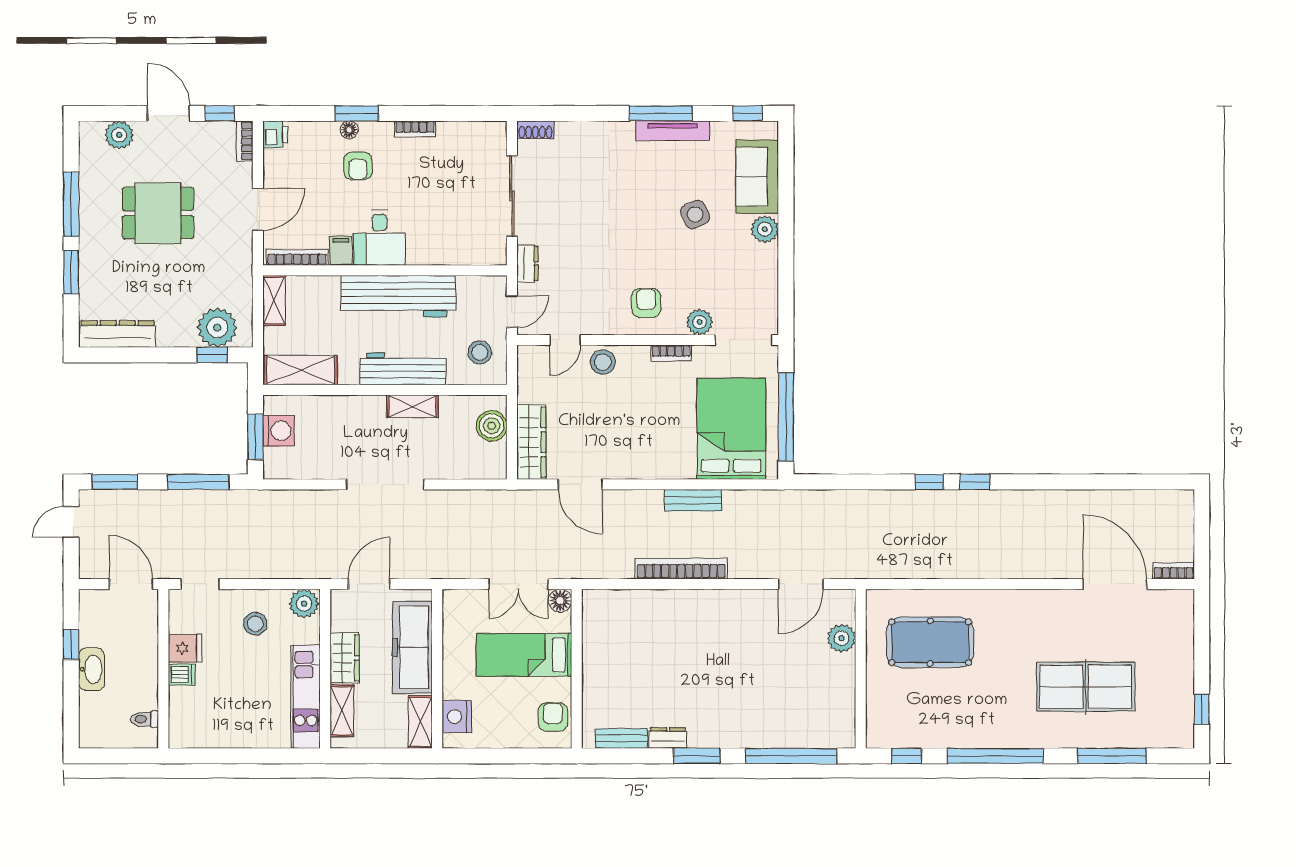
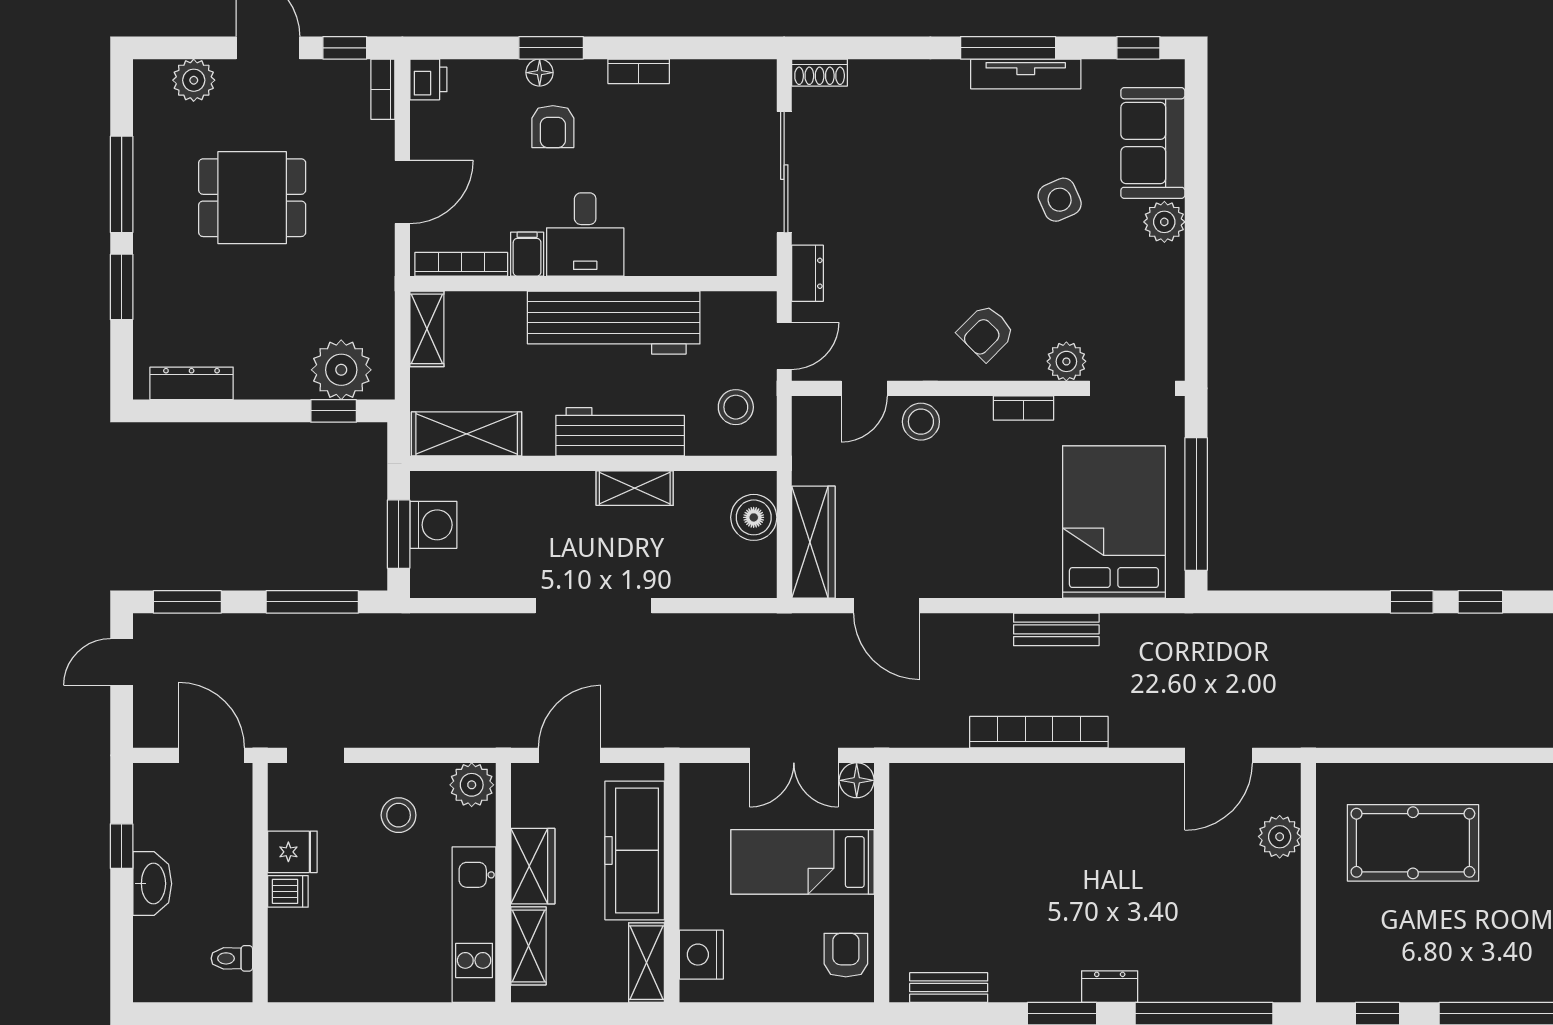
armchair: (646, 303) -> (986, 333), turned -135
dresser: (118, 334) -> (192, 383), width x0.73, depth x0.80
dresser: (668, 738) -> (1110, 987), moved

